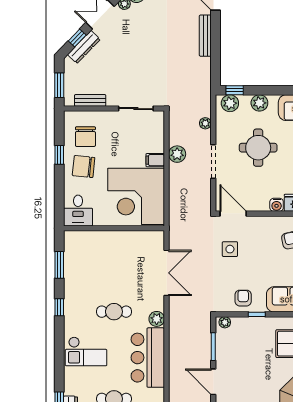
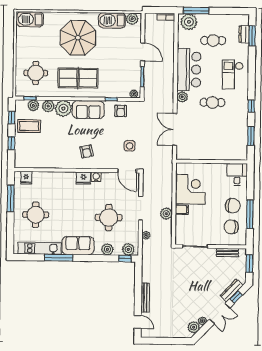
chair: (85, 137) -> (231, 227), turned -90
window: (59, 155) -> (250, 214), width x2.17
corner desk: (136, 196) -> (190, 189), width x0.74, depth x0.74
checkout: (86, 351) -> (233, 74), turned -90

